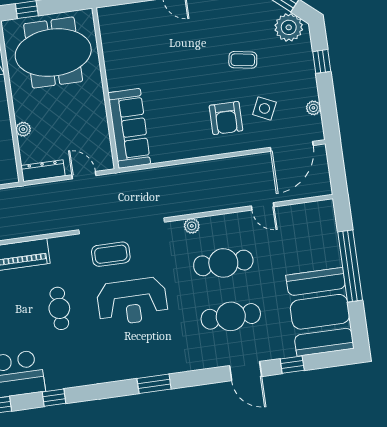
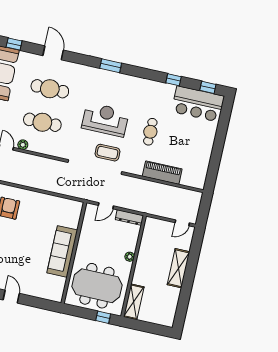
sofa: (129, 128) -> (62, 251), moved
plant: (23, 129) -> (130, 257), moved
door: (84, 175) -> (106, 206), hinge flipped
plant: (192, 226) -> (23, 145), moved
window: (292, 365) -> (14, 44), moved

